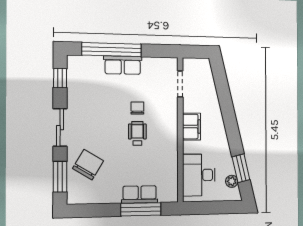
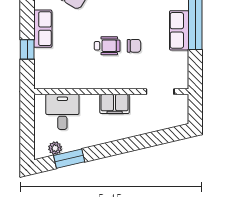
desk: (199, 175) -> (62, 112), width x0.73
row of seats: (140, 194) -> (43, 29), moved
window: (141, 209) -> (27, 49), width x0.46

